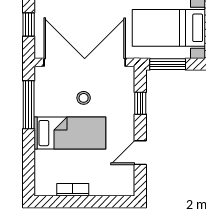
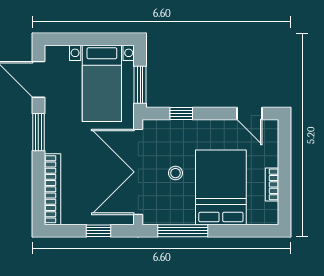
bed: (70, 133) -> (221, 187), width x1.50
door: (140, 153) -> (250, 114), moved

